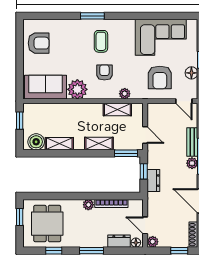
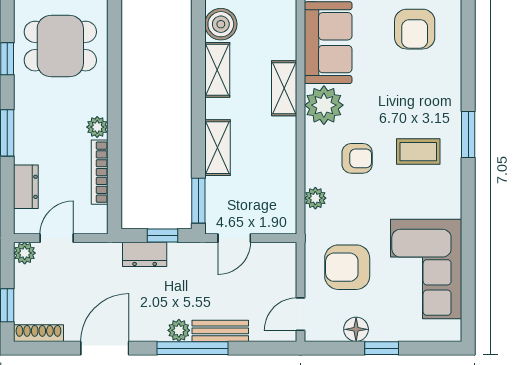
shelving: (117, 110) -> (284, 88), moved
floor lamp: (136, 243) -> (23, 220), removed

